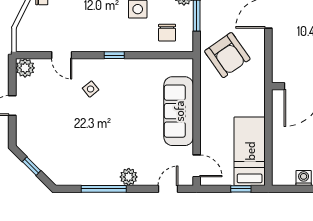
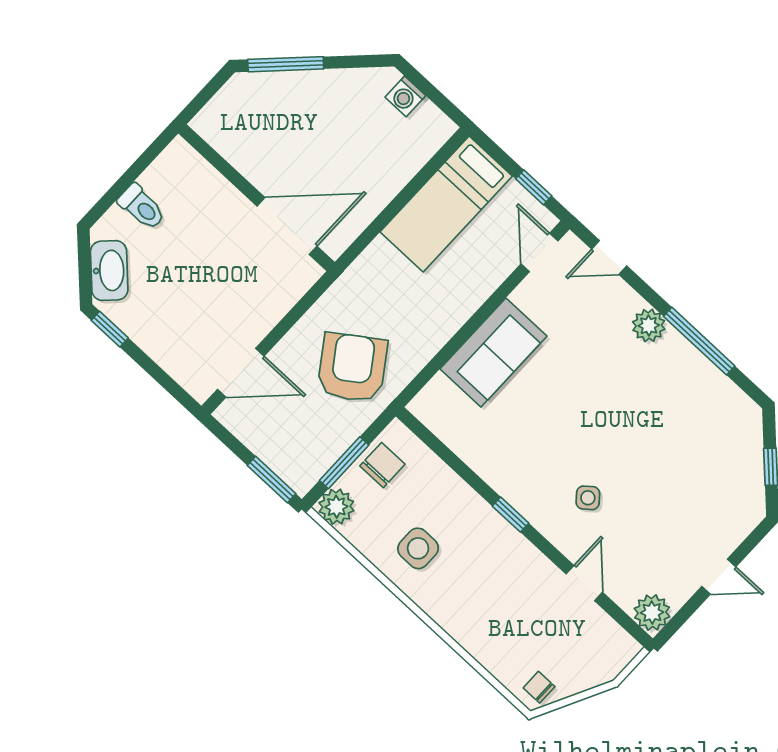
chair: (167, 33) -> (382, 465), moved
sofa: (179, 111) -> (493, 352), width x0.73
window: (241, 189) -> (534, 187), moved

